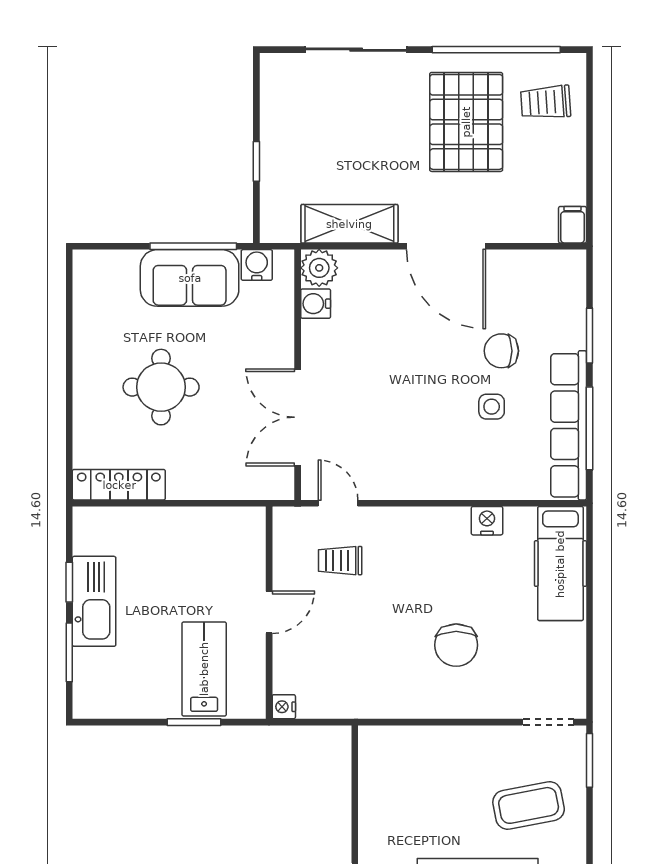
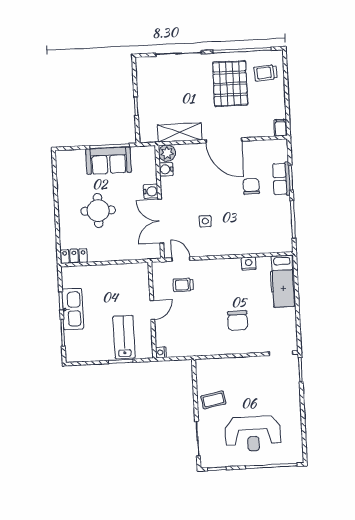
water cooler: (257, 265) -> (151, 191), moved, turned 90
chair: (501, 351) -> (251, 186), turned 90
side table: (492, 407) -> (205, 221), moved
row of seats: (569, 425) -> (281, 179), moved, width x0.50
locker: (119, 485) -> (74, 256), width x0.66
coffee table: (529, 805) -> (213, 400), moved, width x0.73, depth x0.77

